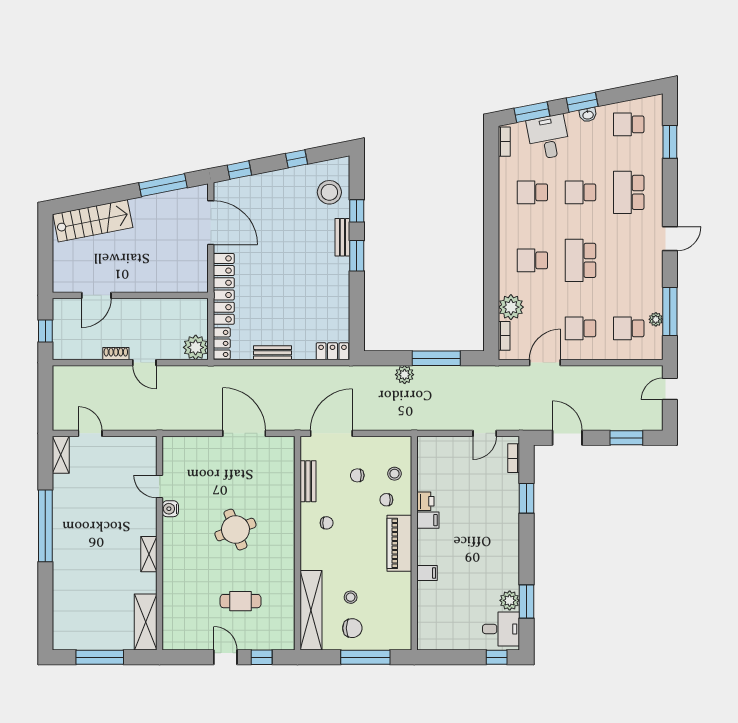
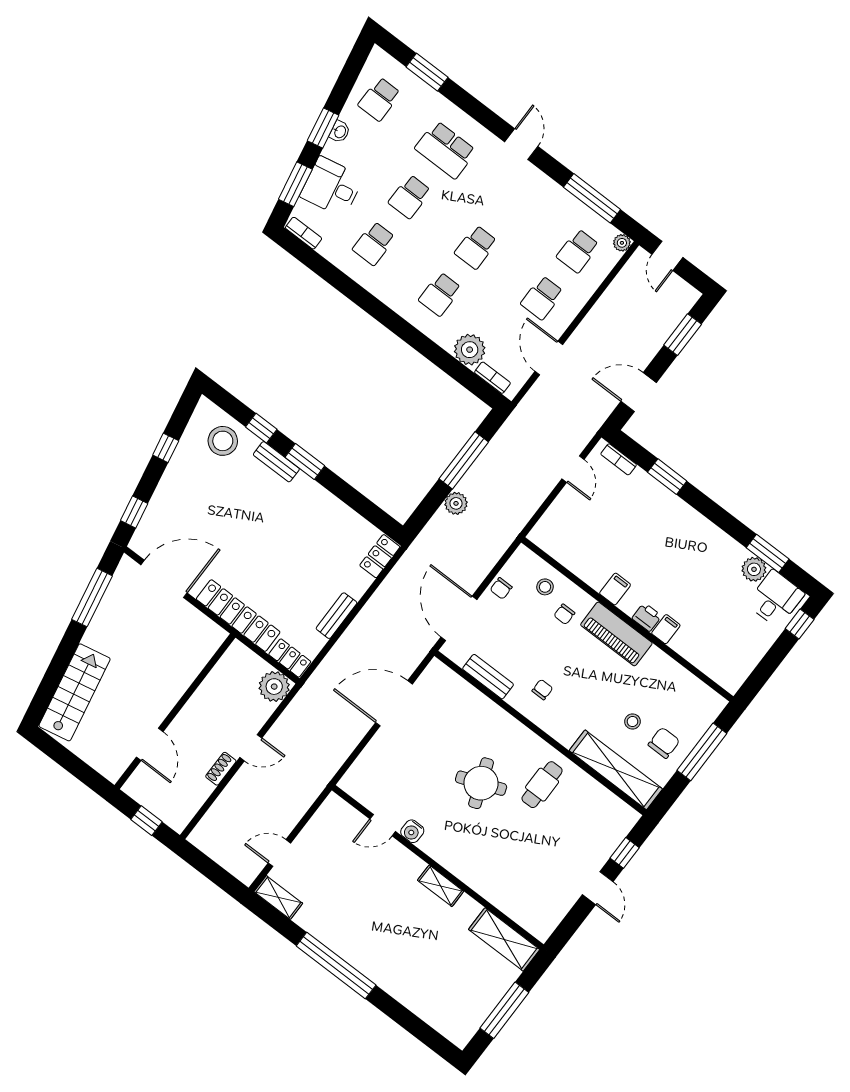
school desk: (581, 260) -> (476, 247), width x0.54
plant: (656, 319) -> (622, 243), moved
chair: (357, 475) -> (501, 588), moved
printer: (425, 501) -> (647, 617), moved
cafe table: (241, 601) -> (542, 785), moved
door: (225, 657) -> (598, 888), swing flipped

